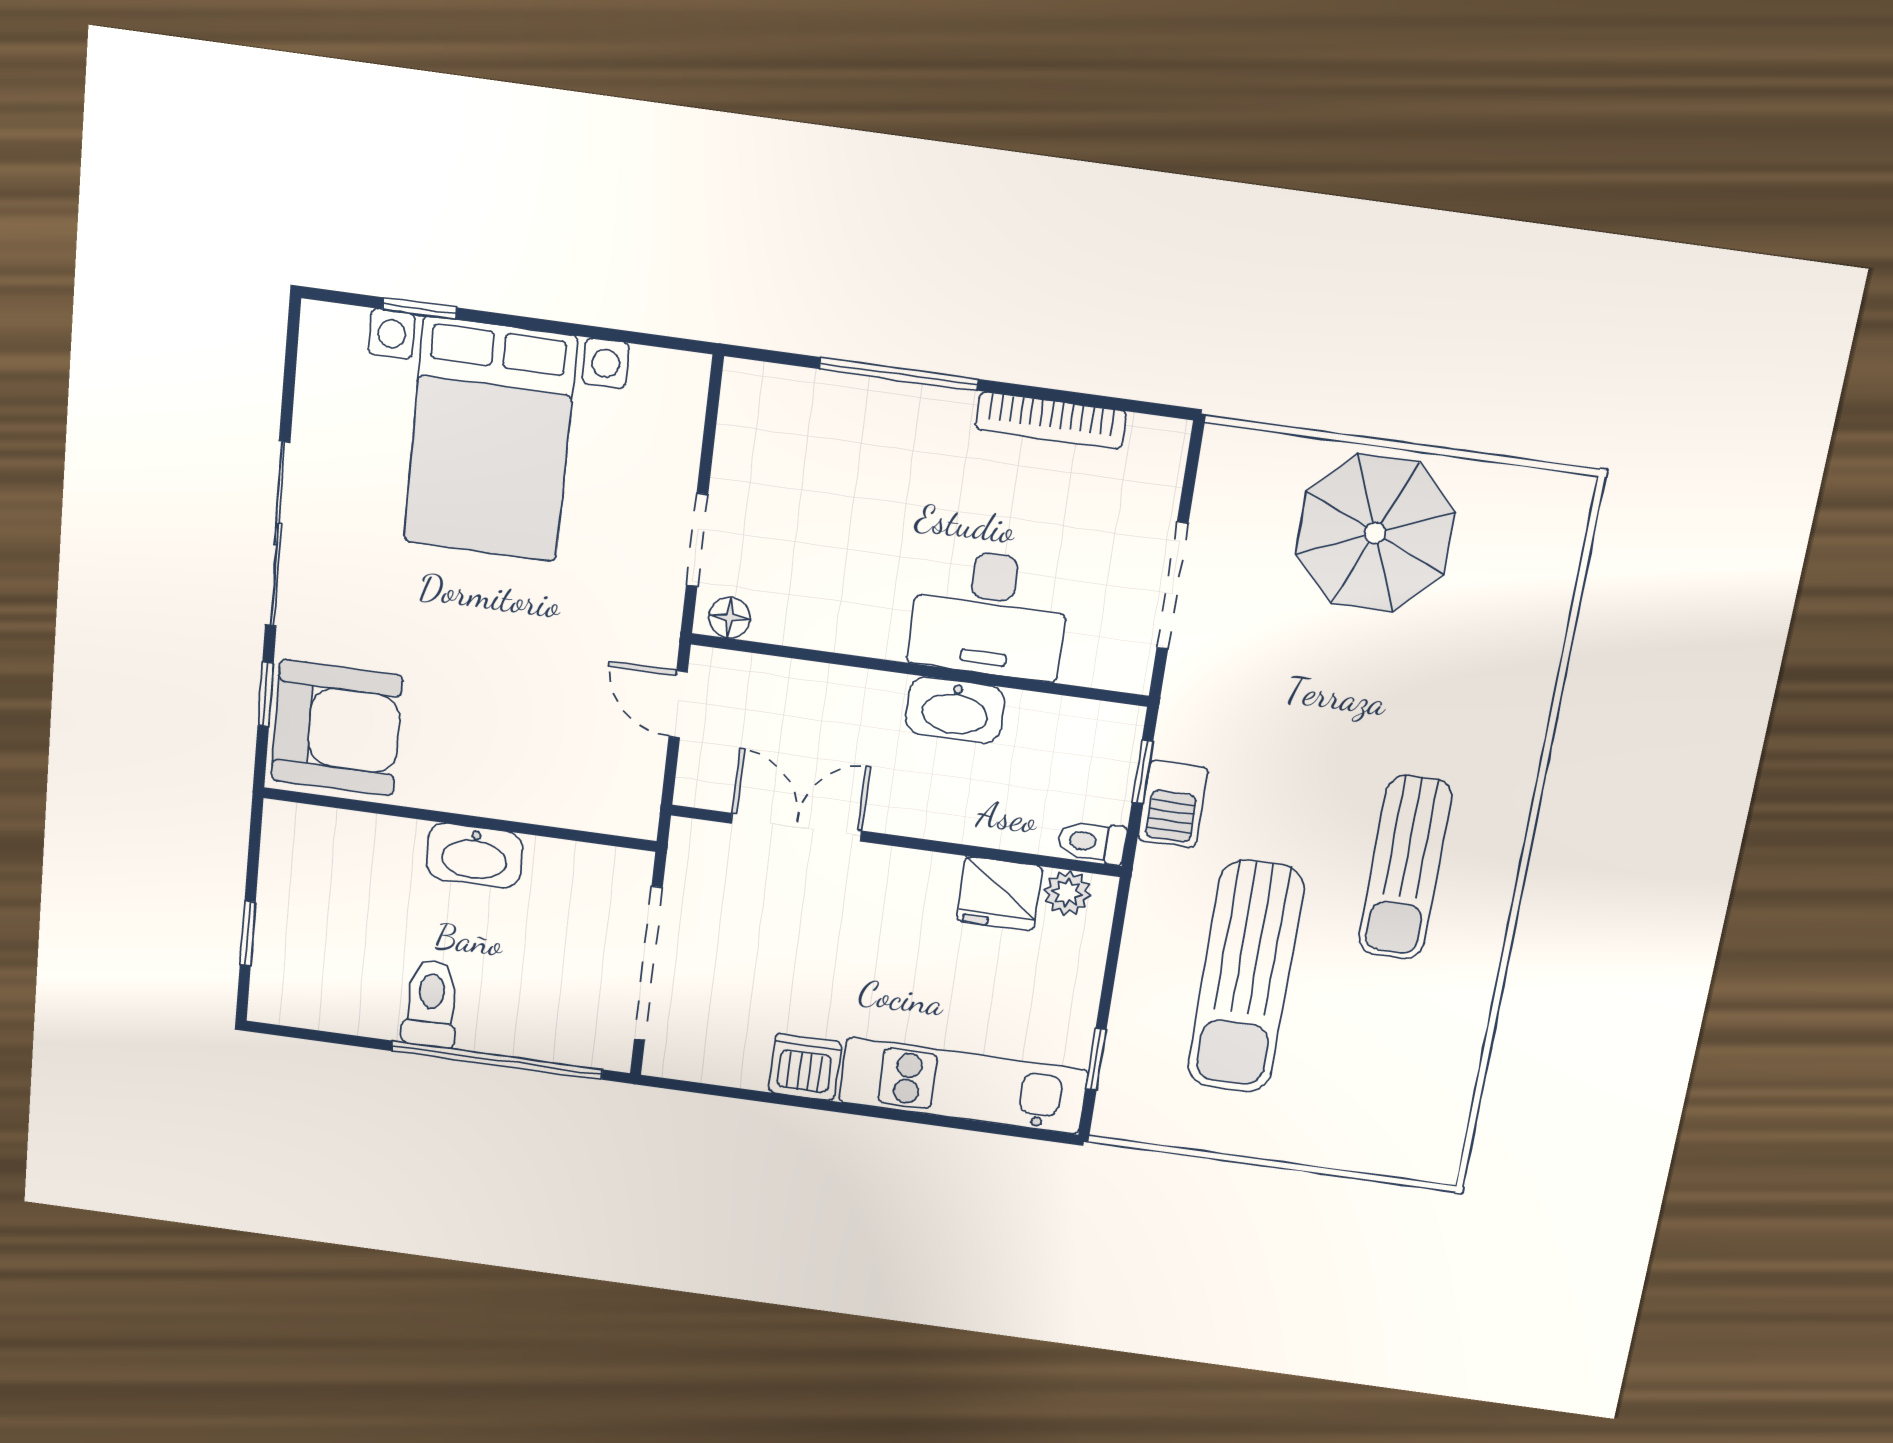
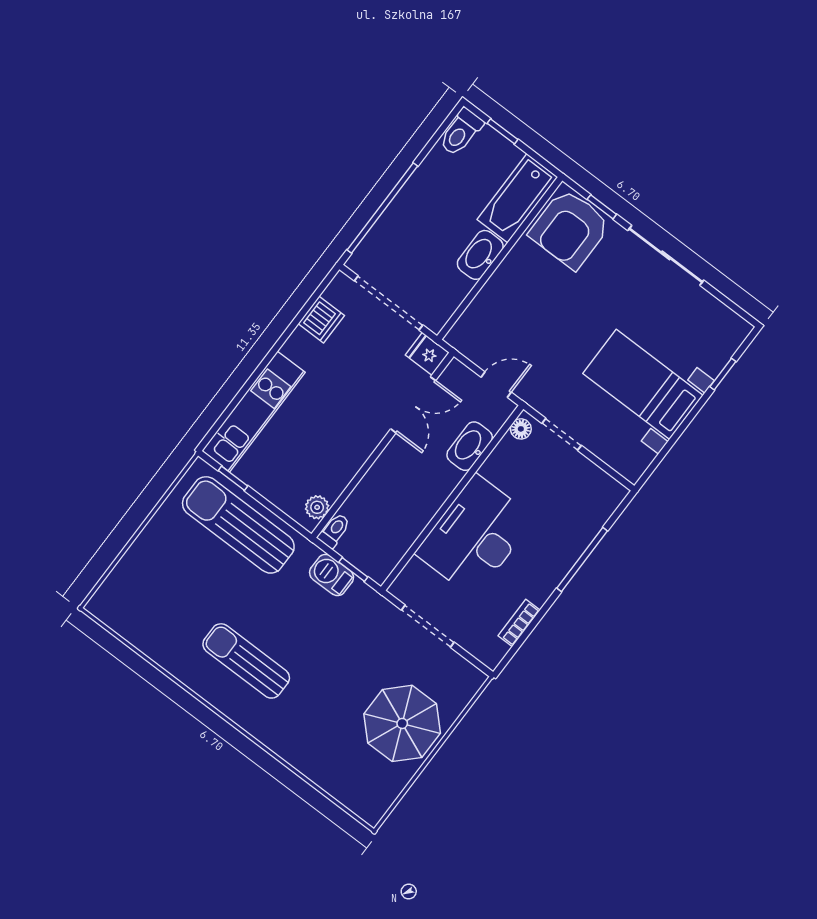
bookcase: (1051, 420) -> (519, 623), width x0.64
bed with nightstands: (490, 440) -> (643, 384), width x0.73
desk: (989, 614) -> (475, 536), width x1.36, depth x1.30
washbasin: (955, 710) -> (470, 446), moved
bathtub: (341, 847) -> (517, 198), added
fridge: (1000, 894) -> (427, 354), moved, width x0.72
sun lounger: (1246, 977) -> (238, 525), moved
toilet: (431, 1003) -> (461, 132), moved, turned 90
dishwasher: (805, 1067) -> (321, 320), moved

